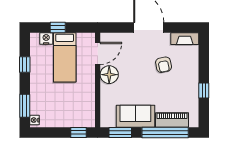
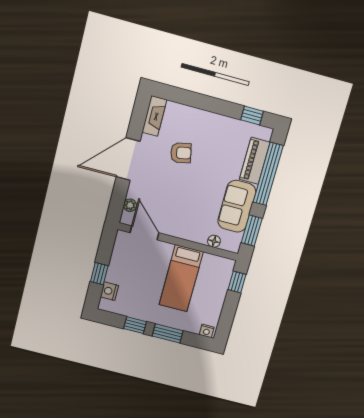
plant: (115, 37) -> (130, 205), added
bed: (65, 57) -> (181, 278), moved, turned 90
floor lamp: (109, 75) -> (214, 241), moved, width x0.53, depth x0.53
window: (204, 91) -> (252, 115), moved
window: (25, 106) -> (168, 333), moved

